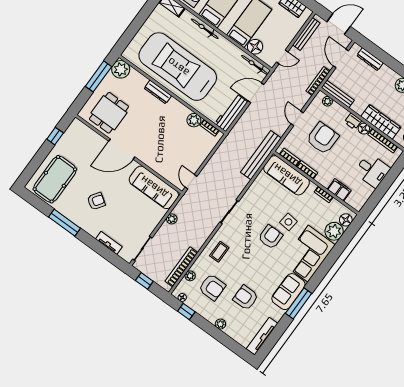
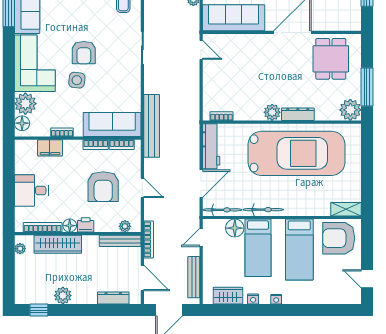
bicycle: (205, 29) -> (263, 210), moved
plant: (194, 120) -> (272, 112), moved

